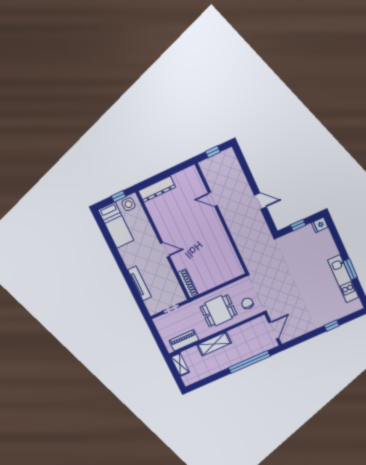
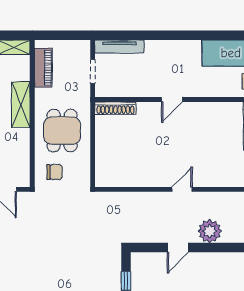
plant: (240, 185) -> (210, 231), added
door: (213, 199) -> (182, 189), moved
tv unit: (139, 283) -> (119, 47), moved

